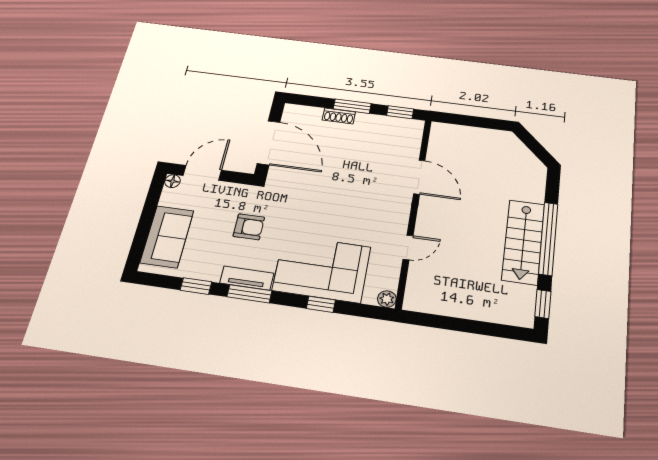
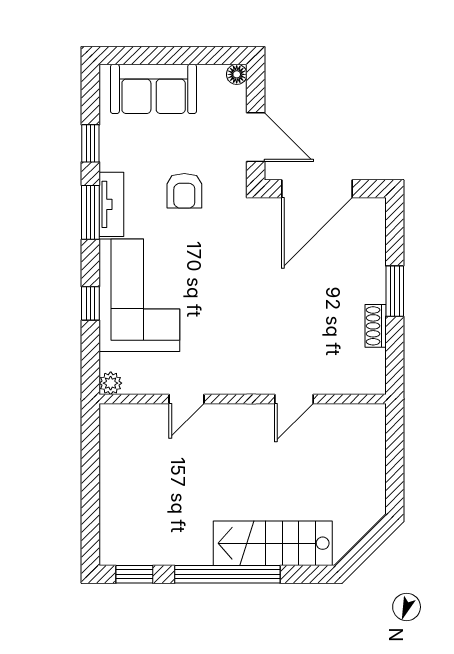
window: (400, 112) -> (395, 358), removed
shoe rack: (339, 116) -> (376, 326), moved
door: (202, 173) -> (256, 137), moved
door: (419, 177) -> (294, 399), width x0.73
stairs: (523, 242) -> (273, 543), moved
door: (408, 247) -> (187, 399), hinge flipped

